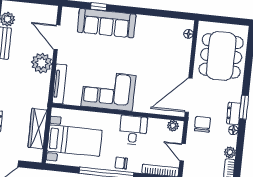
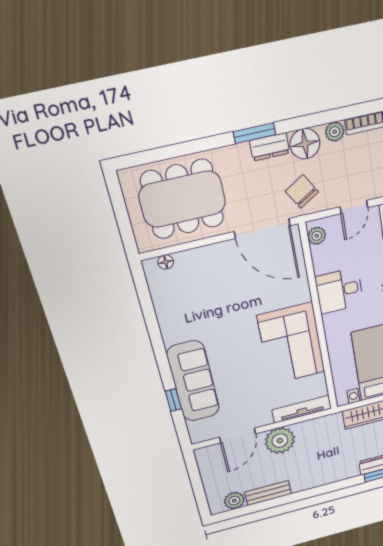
chair: (202, 124) -> (302, 191), turned 59
floor lamp: (233, 130) -> (305, 144), width x1.89, depth x1.89

